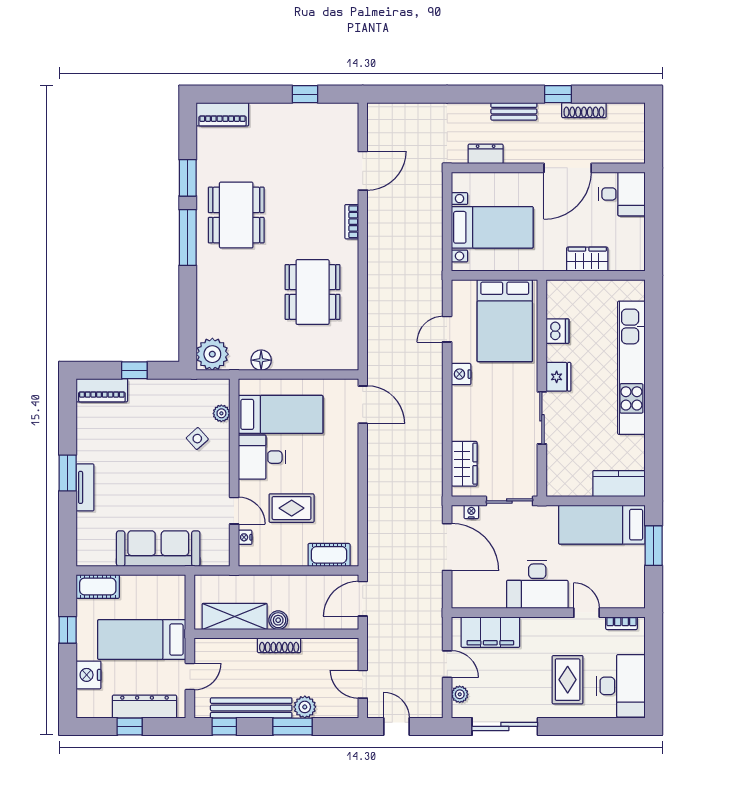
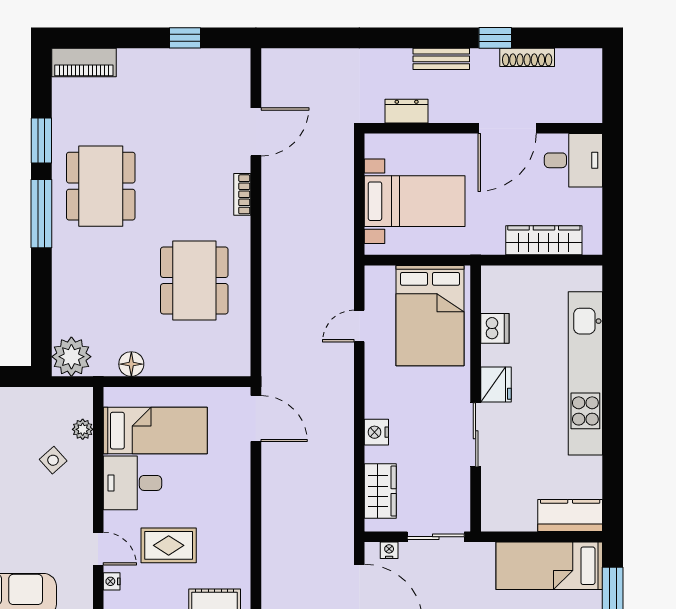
wardrobe: (587, 259) -> (544, 240), width x1.50
nightstand: (461, 374) -> (376, 432), moved

